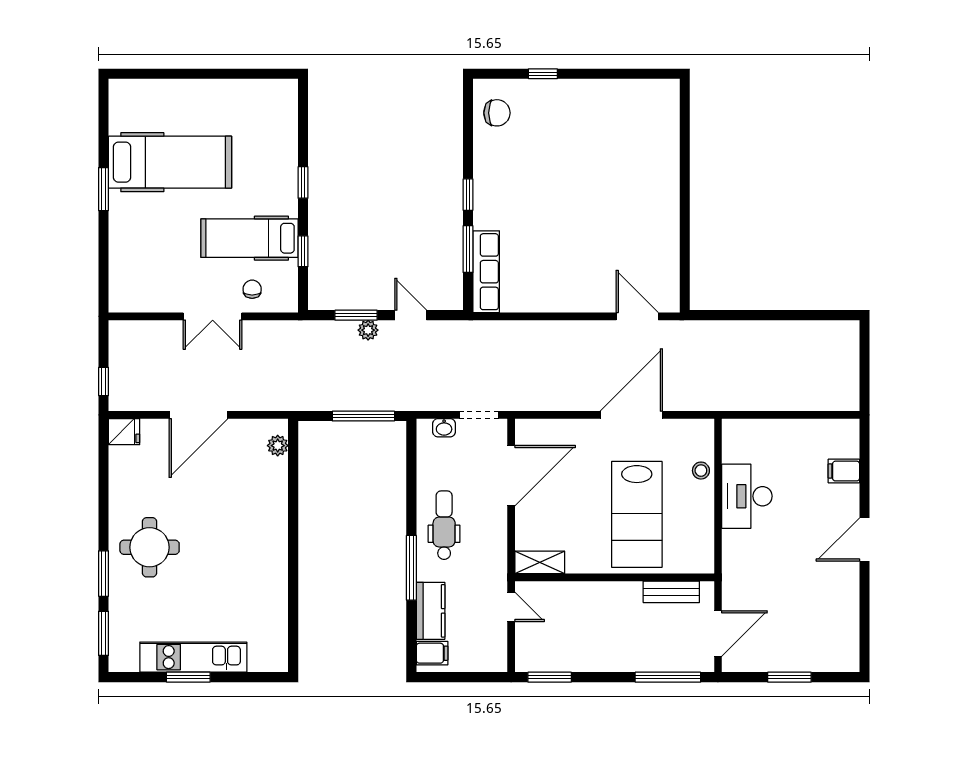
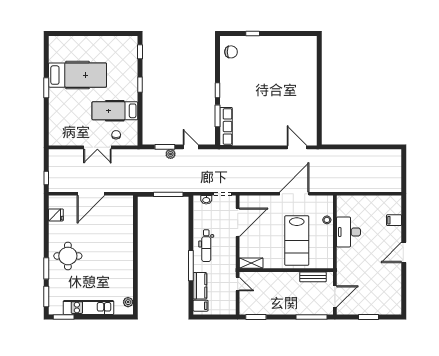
window: (303, 251) -> (140, 52), moved
fridge: (124, 432) -> (56, 215), moved
plant: (278, 446) -> (128, 302), moved
dental chair: (444, 525) -> (206, 246), turned 180
window: (188, 677) -> (64, 317), moved

